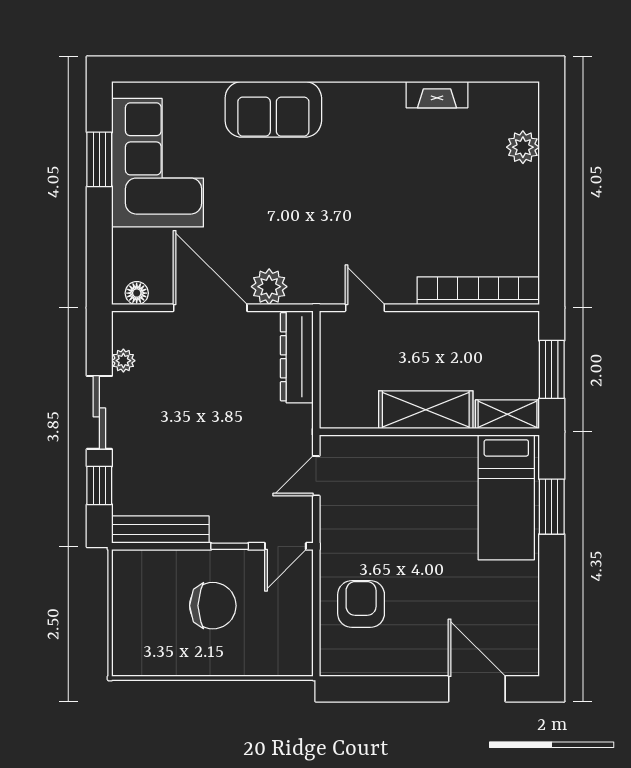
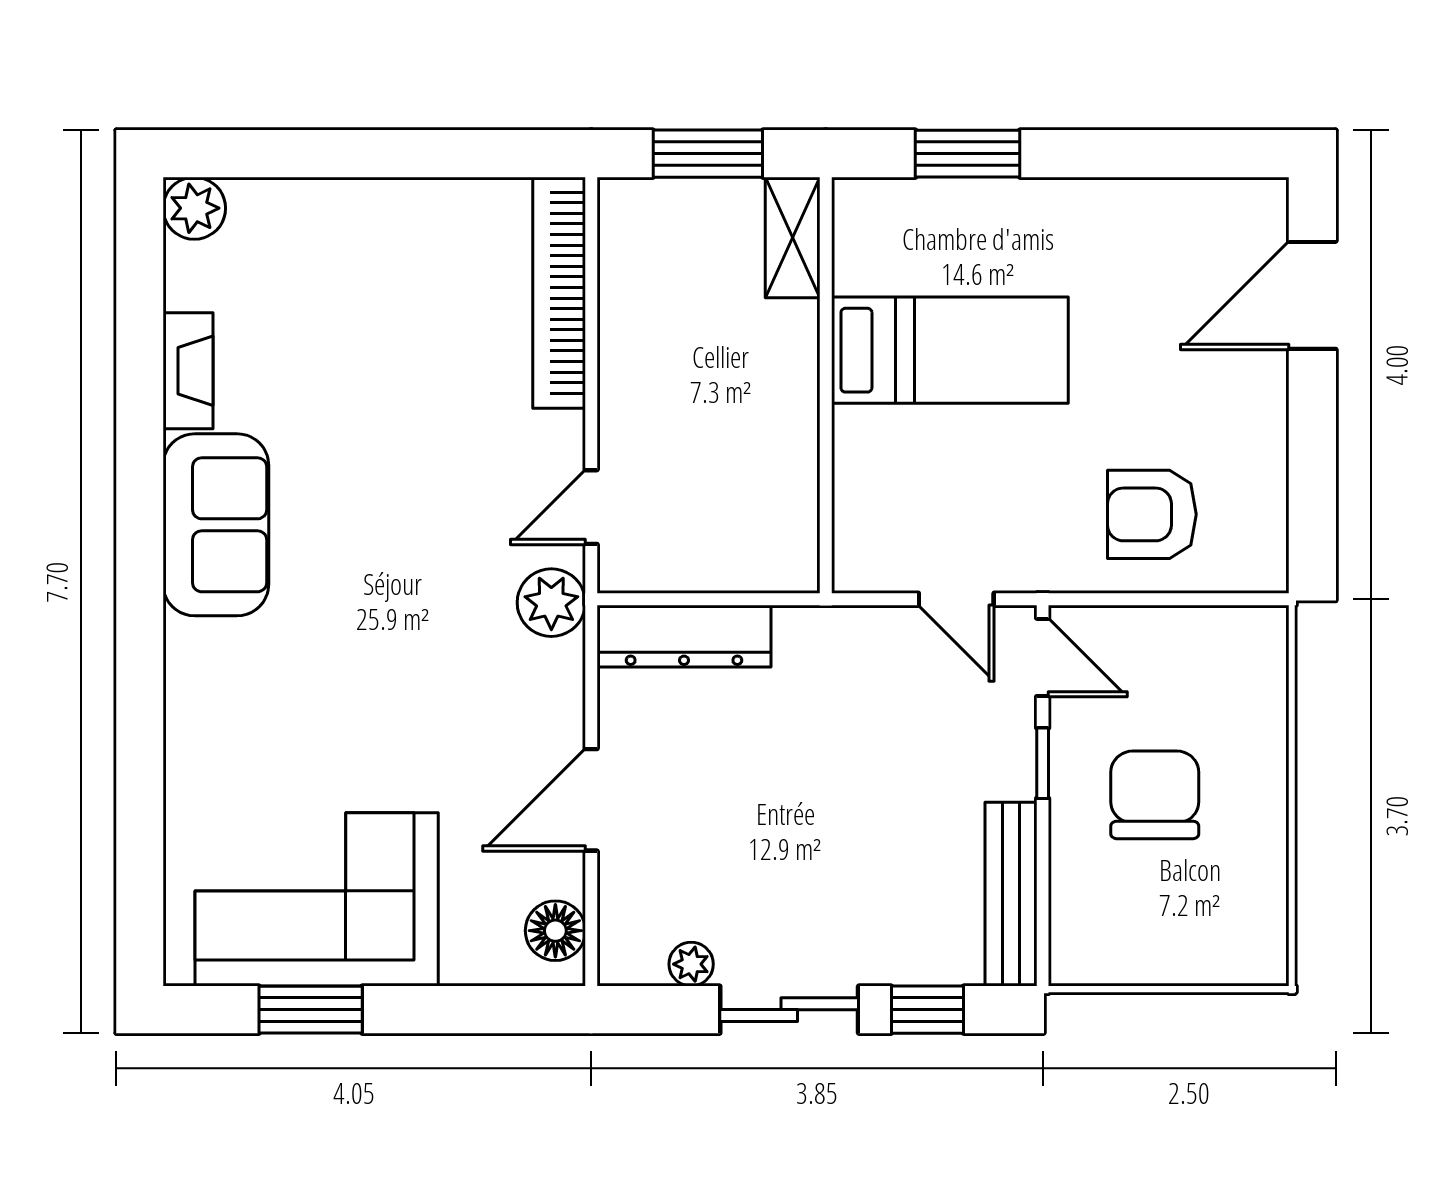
sofa: (273, 109) -> (216, 525), moved
plant: (523, 147) -> (194, 208), moved
plant: (269, 287) -> (551, 603), moved
floor lamp: (137, 293) -> (555, 931), width x1.37, depth x1.37
door: (210, 308) -> (591, 800), width x0.73
shelving: (426, 410) -> (784, 392), removed
door: (316, 476) -> (956, 599), moved
bed: (506, 497) -> (950, 350), moved

